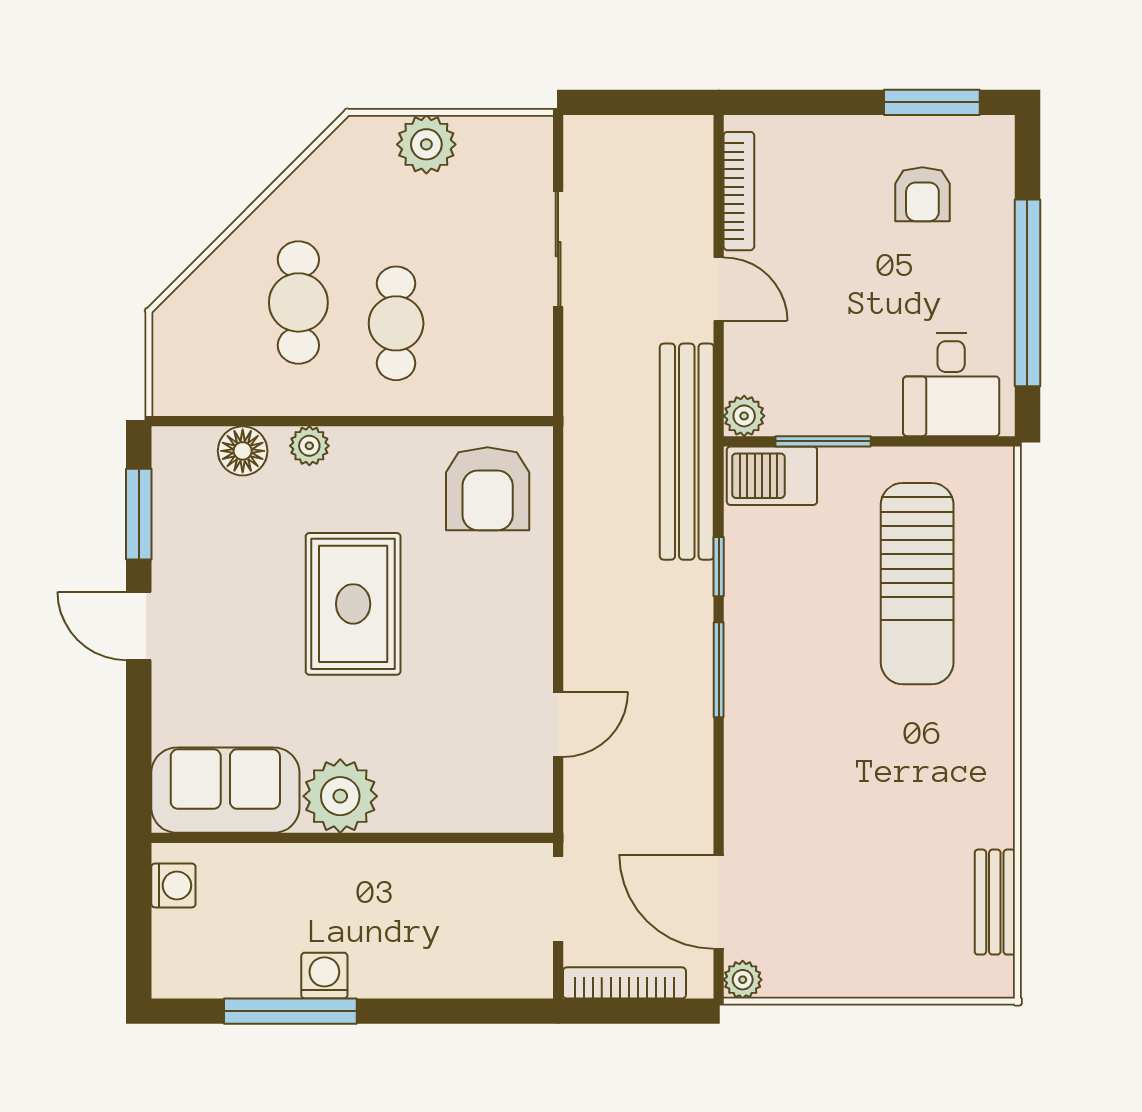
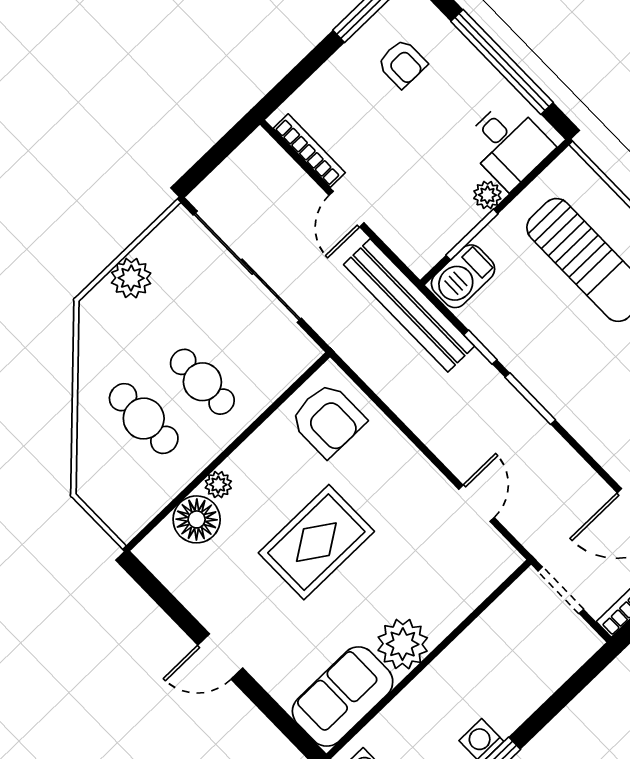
sliding door: (558, 249) -> (247, 267), width x1.86
door: (719, 289) -> (346, 209), swing flipped
plant: (744, 416) -> (487, 195), moved
floor lamp: (243, 451) -> (197, 519), width x1.38, depth x1.38
window: (139, 514) -> (166, 601), removed
rug: (353, 604) -> (316, 542), turned 90

